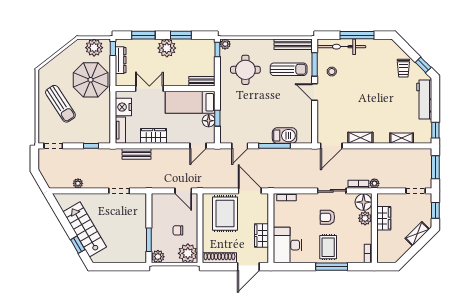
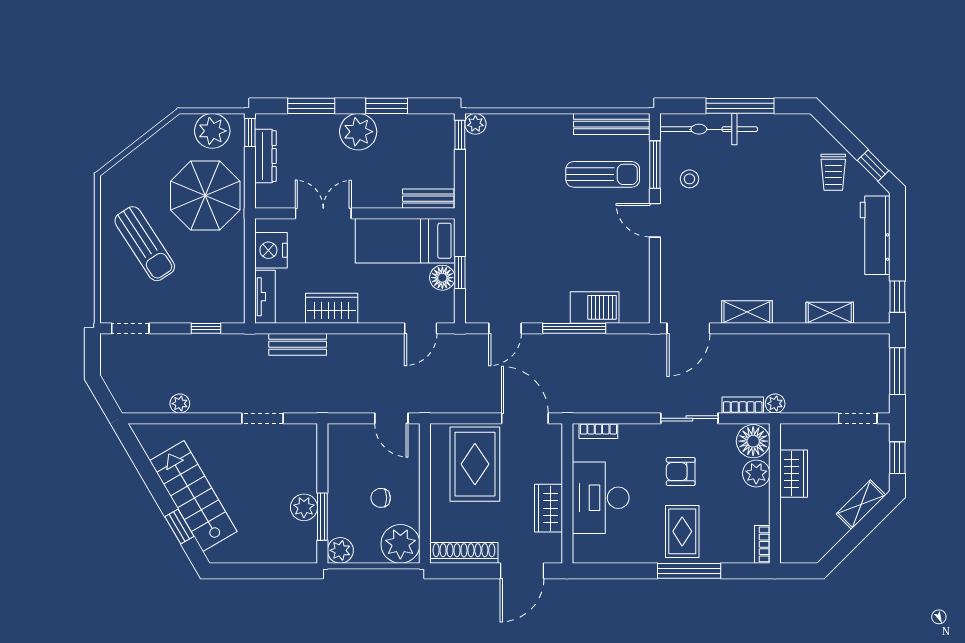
round table: (245, 70) -> (516, 175), removed
plant: (140, 235) -> (304, 507), added
desk: (288, 245) -> (601, 498), moved

